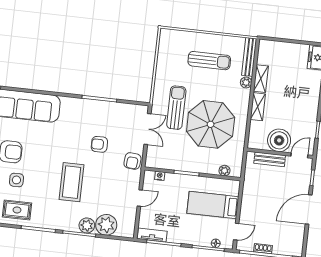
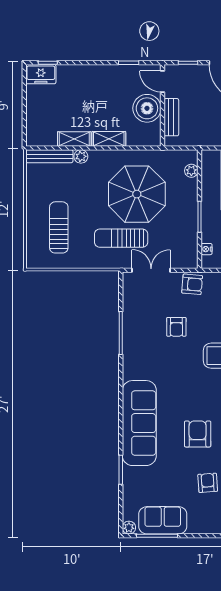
sun lounger: (209, 61) -> (59, 227), moved

